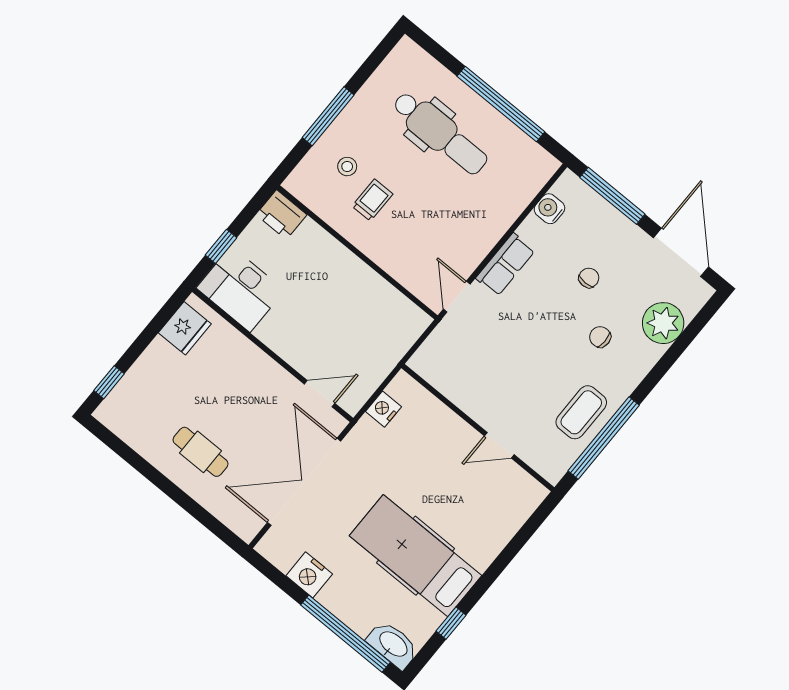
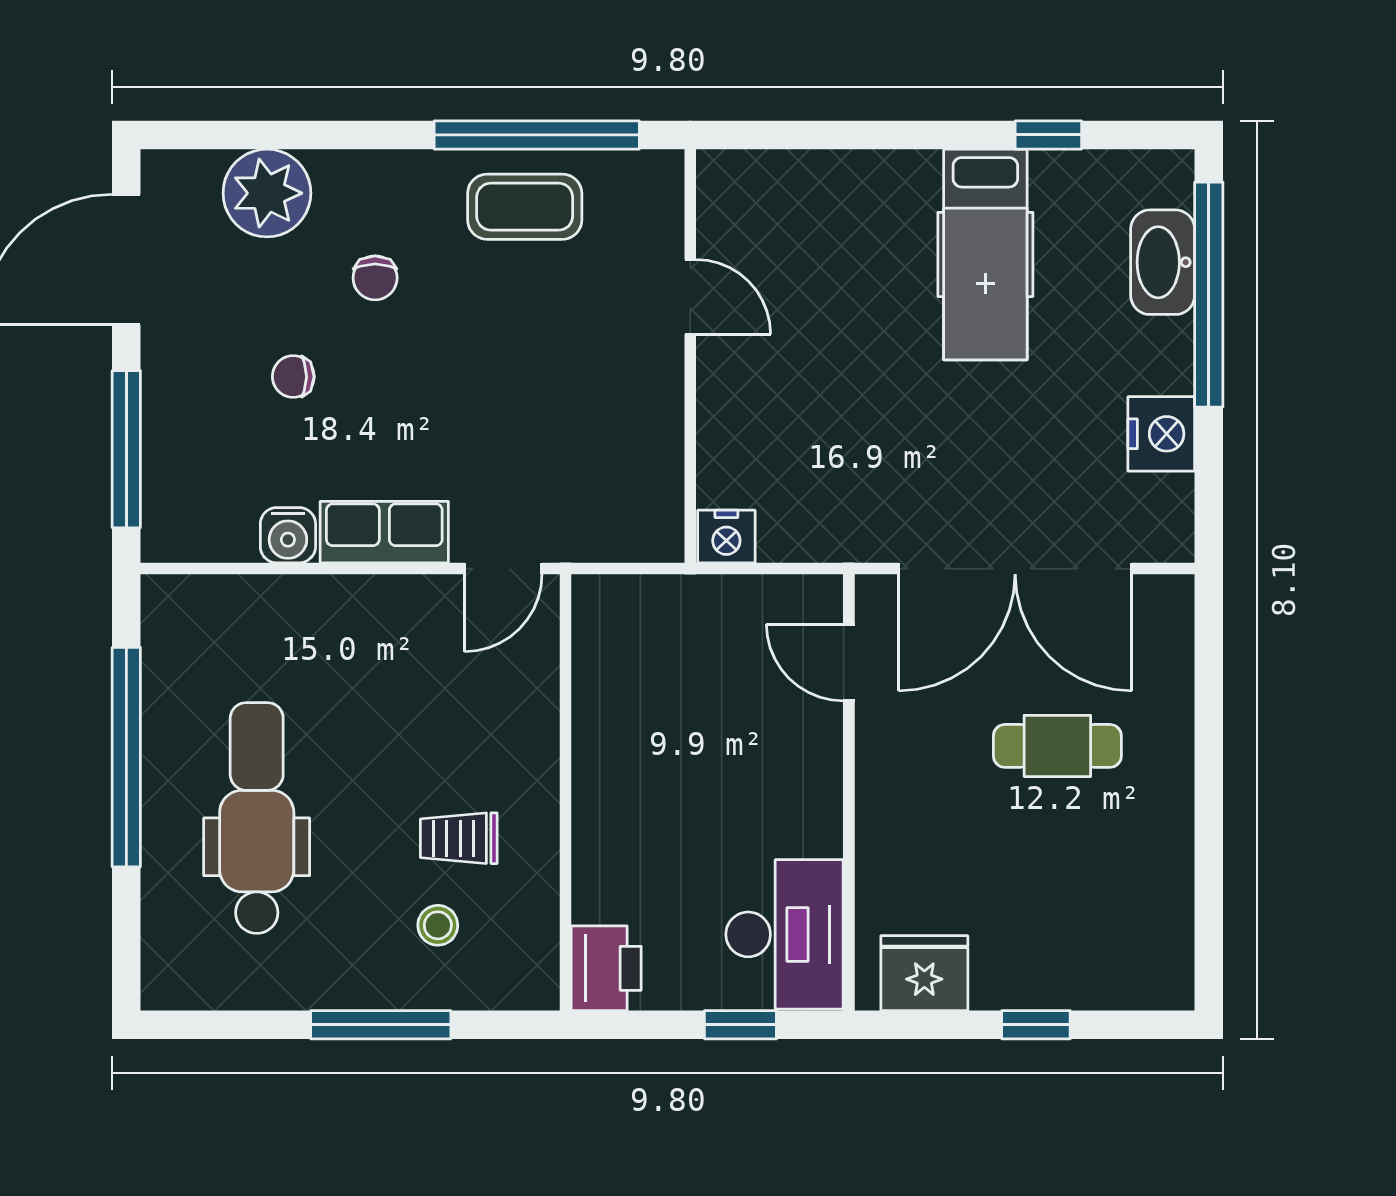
water cooler: (549, 209) -> (288, 535), moved
window: (109, 382) -> (1036, 1025), moved
nightstand: (384, 409) -> (726, 537), moved
cafe table: (200, 452) -> (1057, 746), moved, turned 90
hospital bed: (416, 556) -> (985, 254), width x0.73, depth x0.77
washbasin: (393, 645) -> (1163, 262), moved

